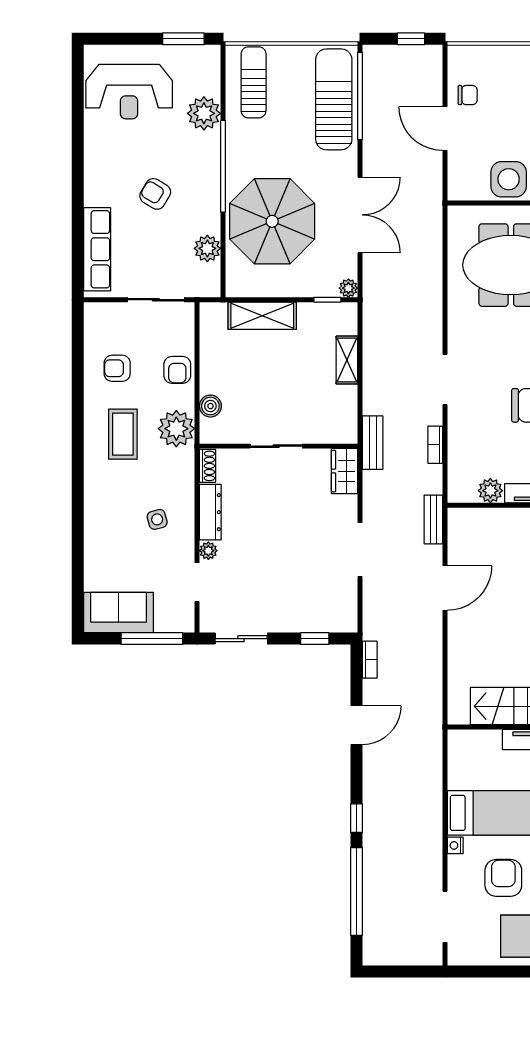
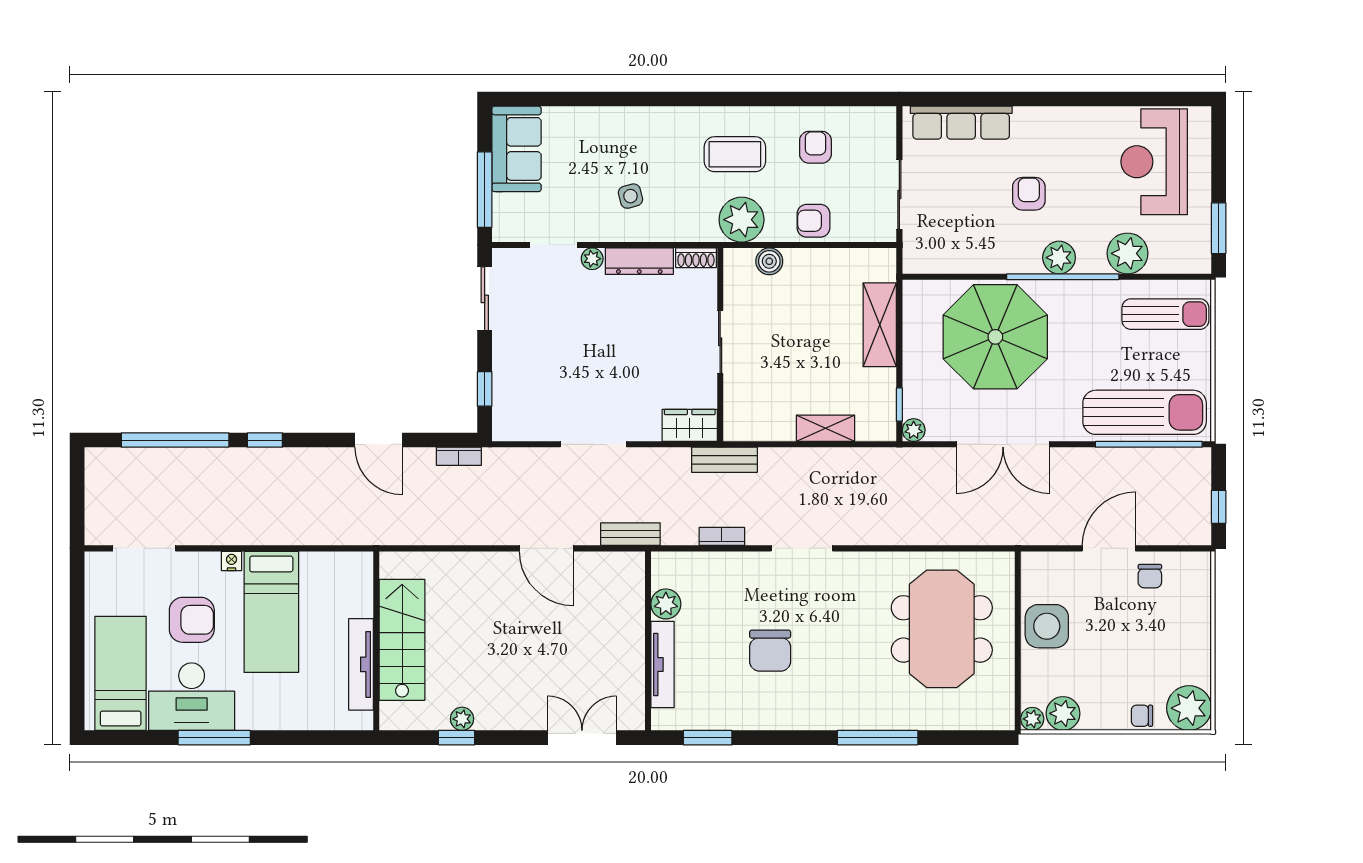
armchair: (155, 194) -> (1029, 194), turned -31
plant: (207, 248) -> (1059, 258), moved

